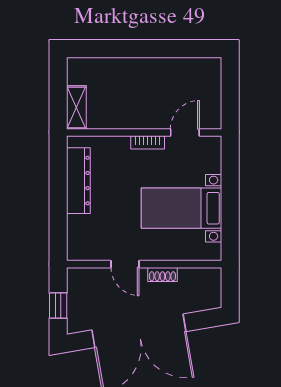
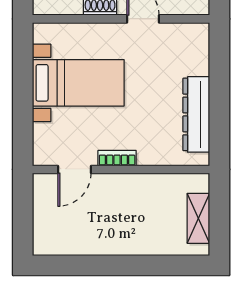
shelving: (76, 107) -> (198, 218), moved

